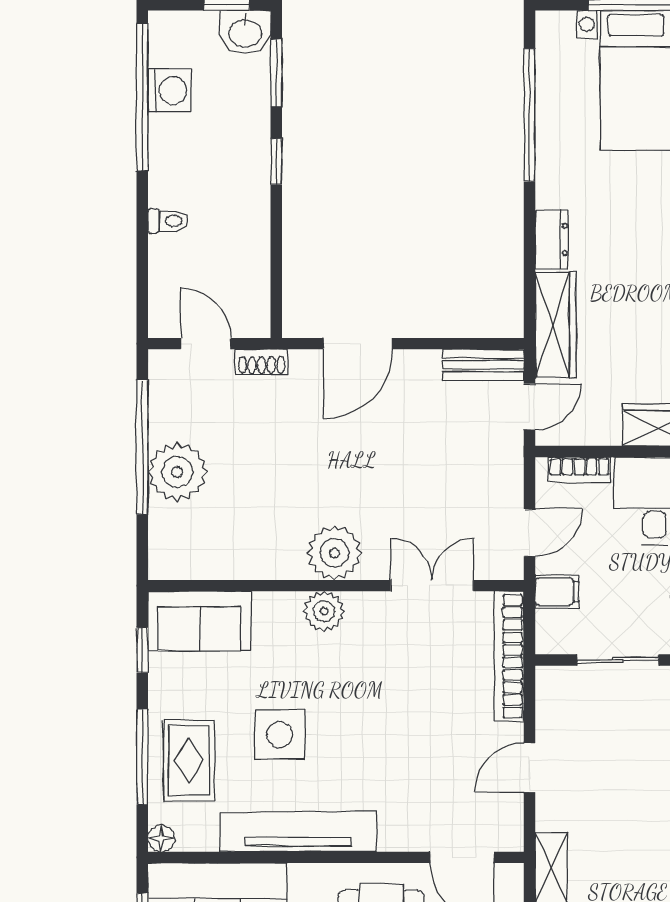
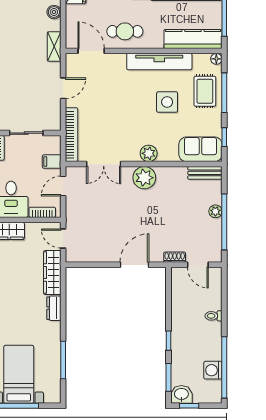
window: (529, 115) -> (63, 360), width x0.68
bench: (483, 365) -> (205, 173), moved
door: (529, 407) -> (63, 239), hinge flipped
plant: (177, 472) -> (215, 211), width x0.53, depth x0.53

